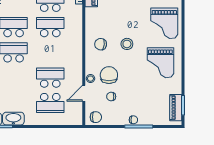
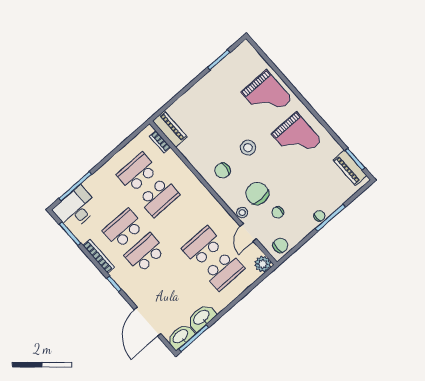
school desk: (50, 27) -> (159, 197), turned 180
plant: (76, 119) -> (263, 264), added

